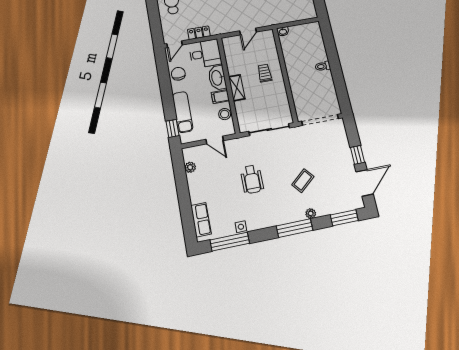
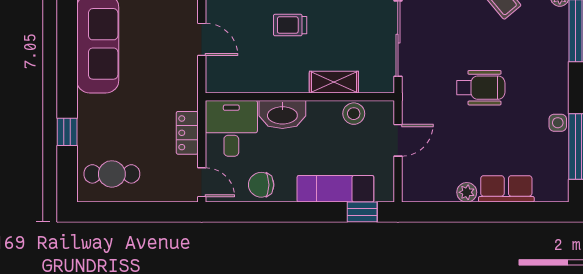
shelving: (237, 88) -> (334, 82), moved
filing cabinet: (220, 97) -> (320, 115), removed
plant: (190, 167) -> (467, 192), moved
row of seats: (201, 220) -> (506, 189), moved

